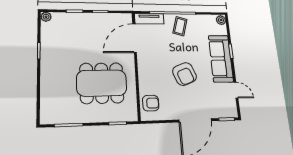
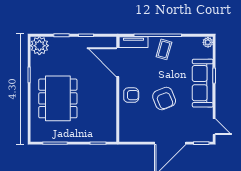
plant: (46, 17) -> (39, 46), width x1.88, depth x1.88
door: (135, 38) -> (118, 62), hinge flipped
dining table: (102, 83) -> (58, 98), moved, turned 90
door: (236, 90) -> (214, 127), moved
armchair: (151, 103) -> (131, 95), moved

